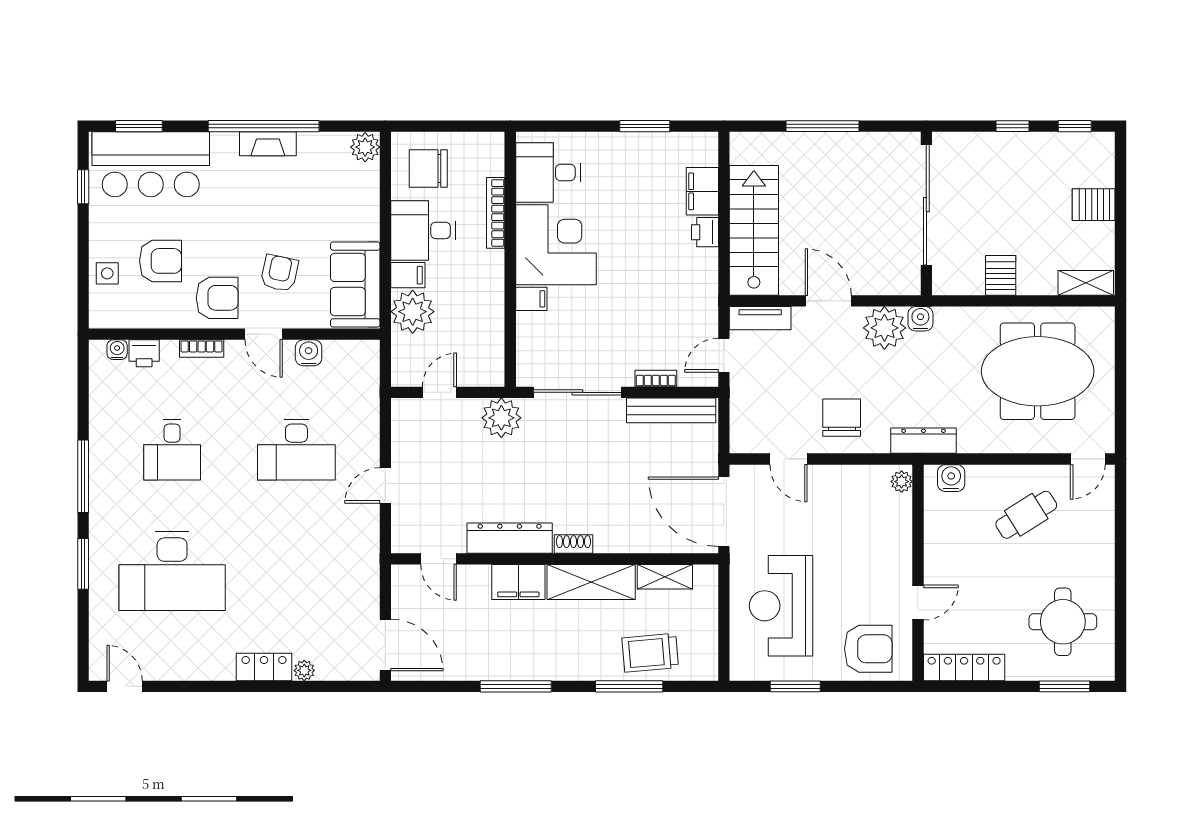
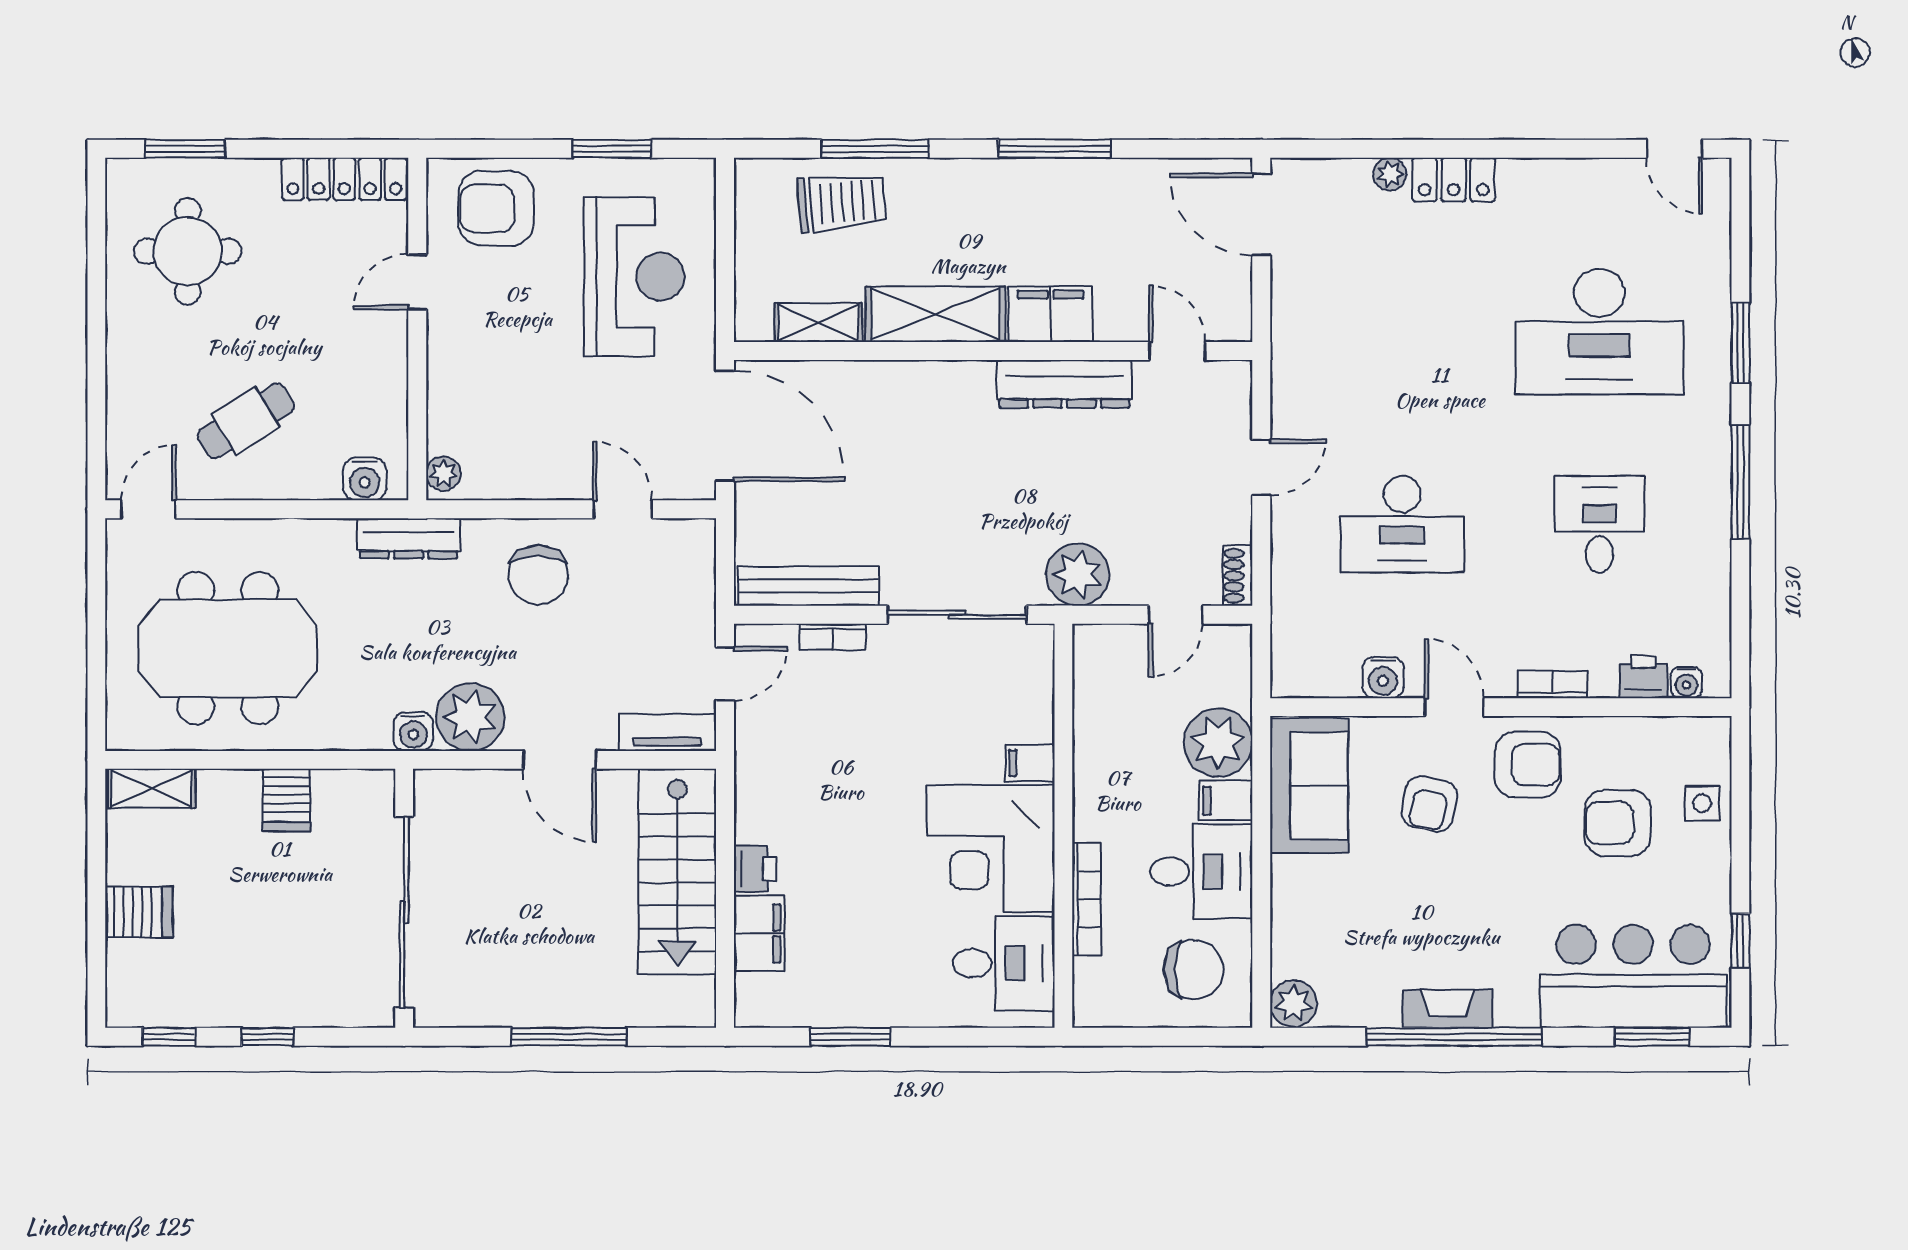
armchair: (217, 298) -> (1528, 765), turned 180
desk: (296, 450) -> (1402, 524), turned 180
shoe rack: (573, 544) -> (1238, 576), moved, turned 90
desk: (172, 571) -> (1599, 332), turned 180

